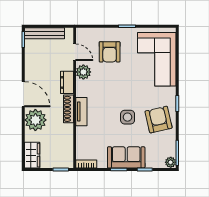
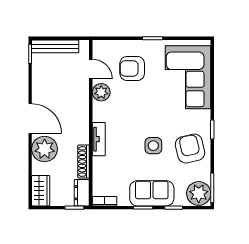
armchair: (110, 52) -> (132, 68), turned 90
dresser: (67, 82) -> (82, 193), moved
shoe rack: (69, 109) -> (84, 161), moved
plant: (171, 162) -> (199, 193), width x1.88, depth x1.88

